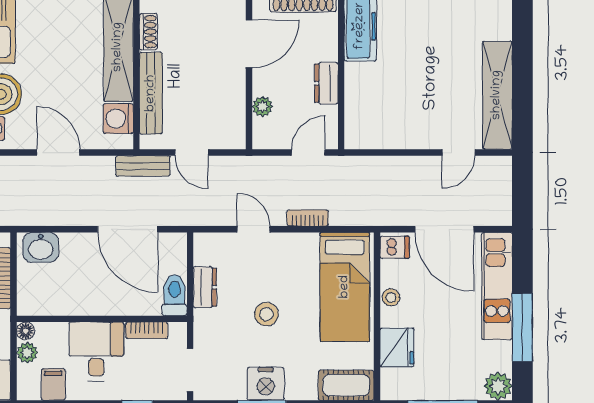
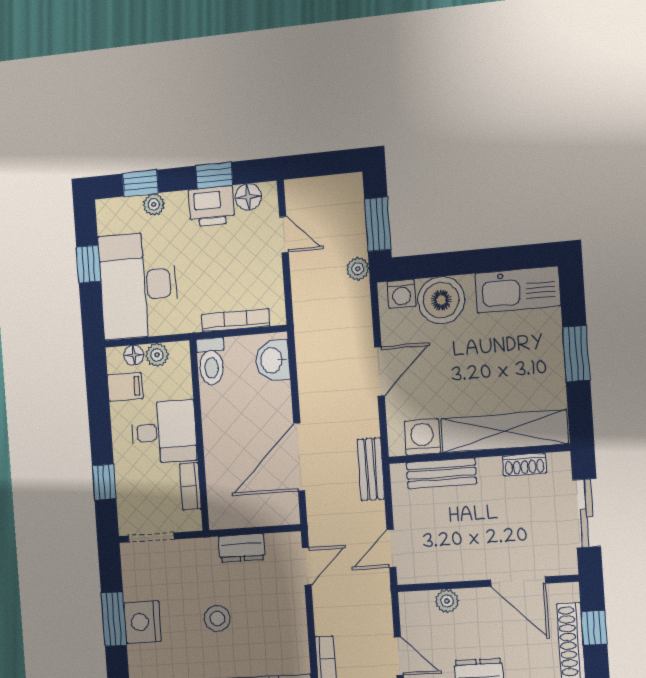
bench: (151, 93) -> (441, 473), width x0.73
door: (191, 152) -> (391, 548), moved
door: (254, 229) -> (307, 566), moved
toilet: (175, 295) -> (211, 362), moved, turned 90
floor lamp: (26, 331) -> (134, 355), moved

